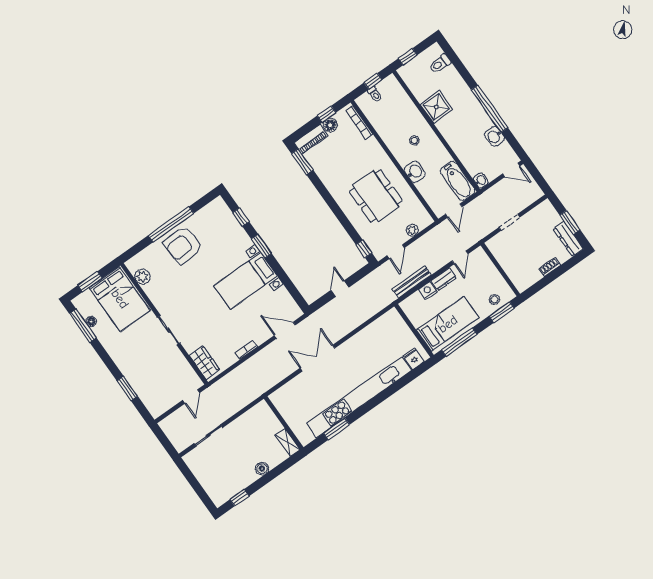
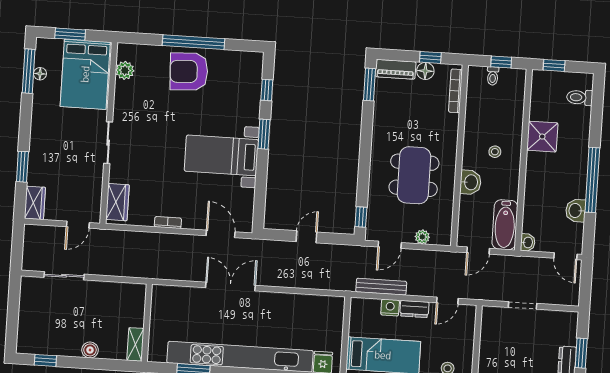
wardrobe: (153, 405) -> (35, 203), added

